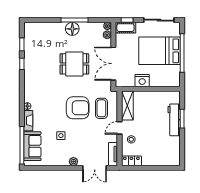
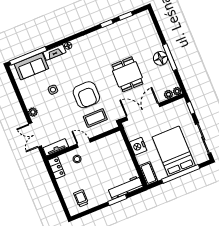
cot: (125, 28) -> (148, 173), moved
shelving: (127, 106) -> (108, 142), removed
workbench: (174, 120) -> (125, 187), moved
trolley: (167, 150) -> (81, 198), added

